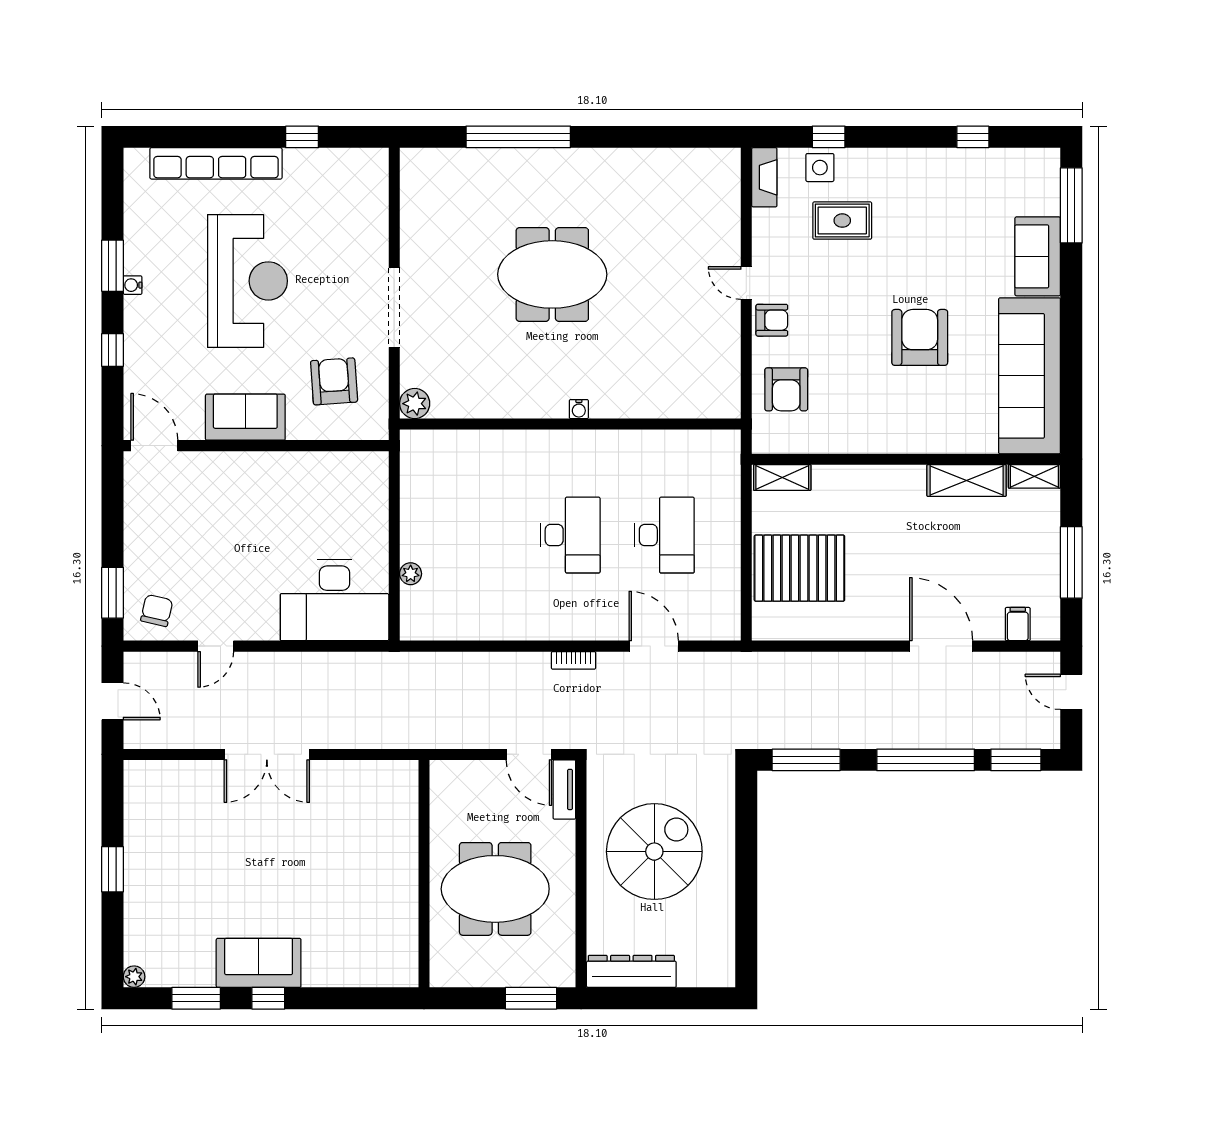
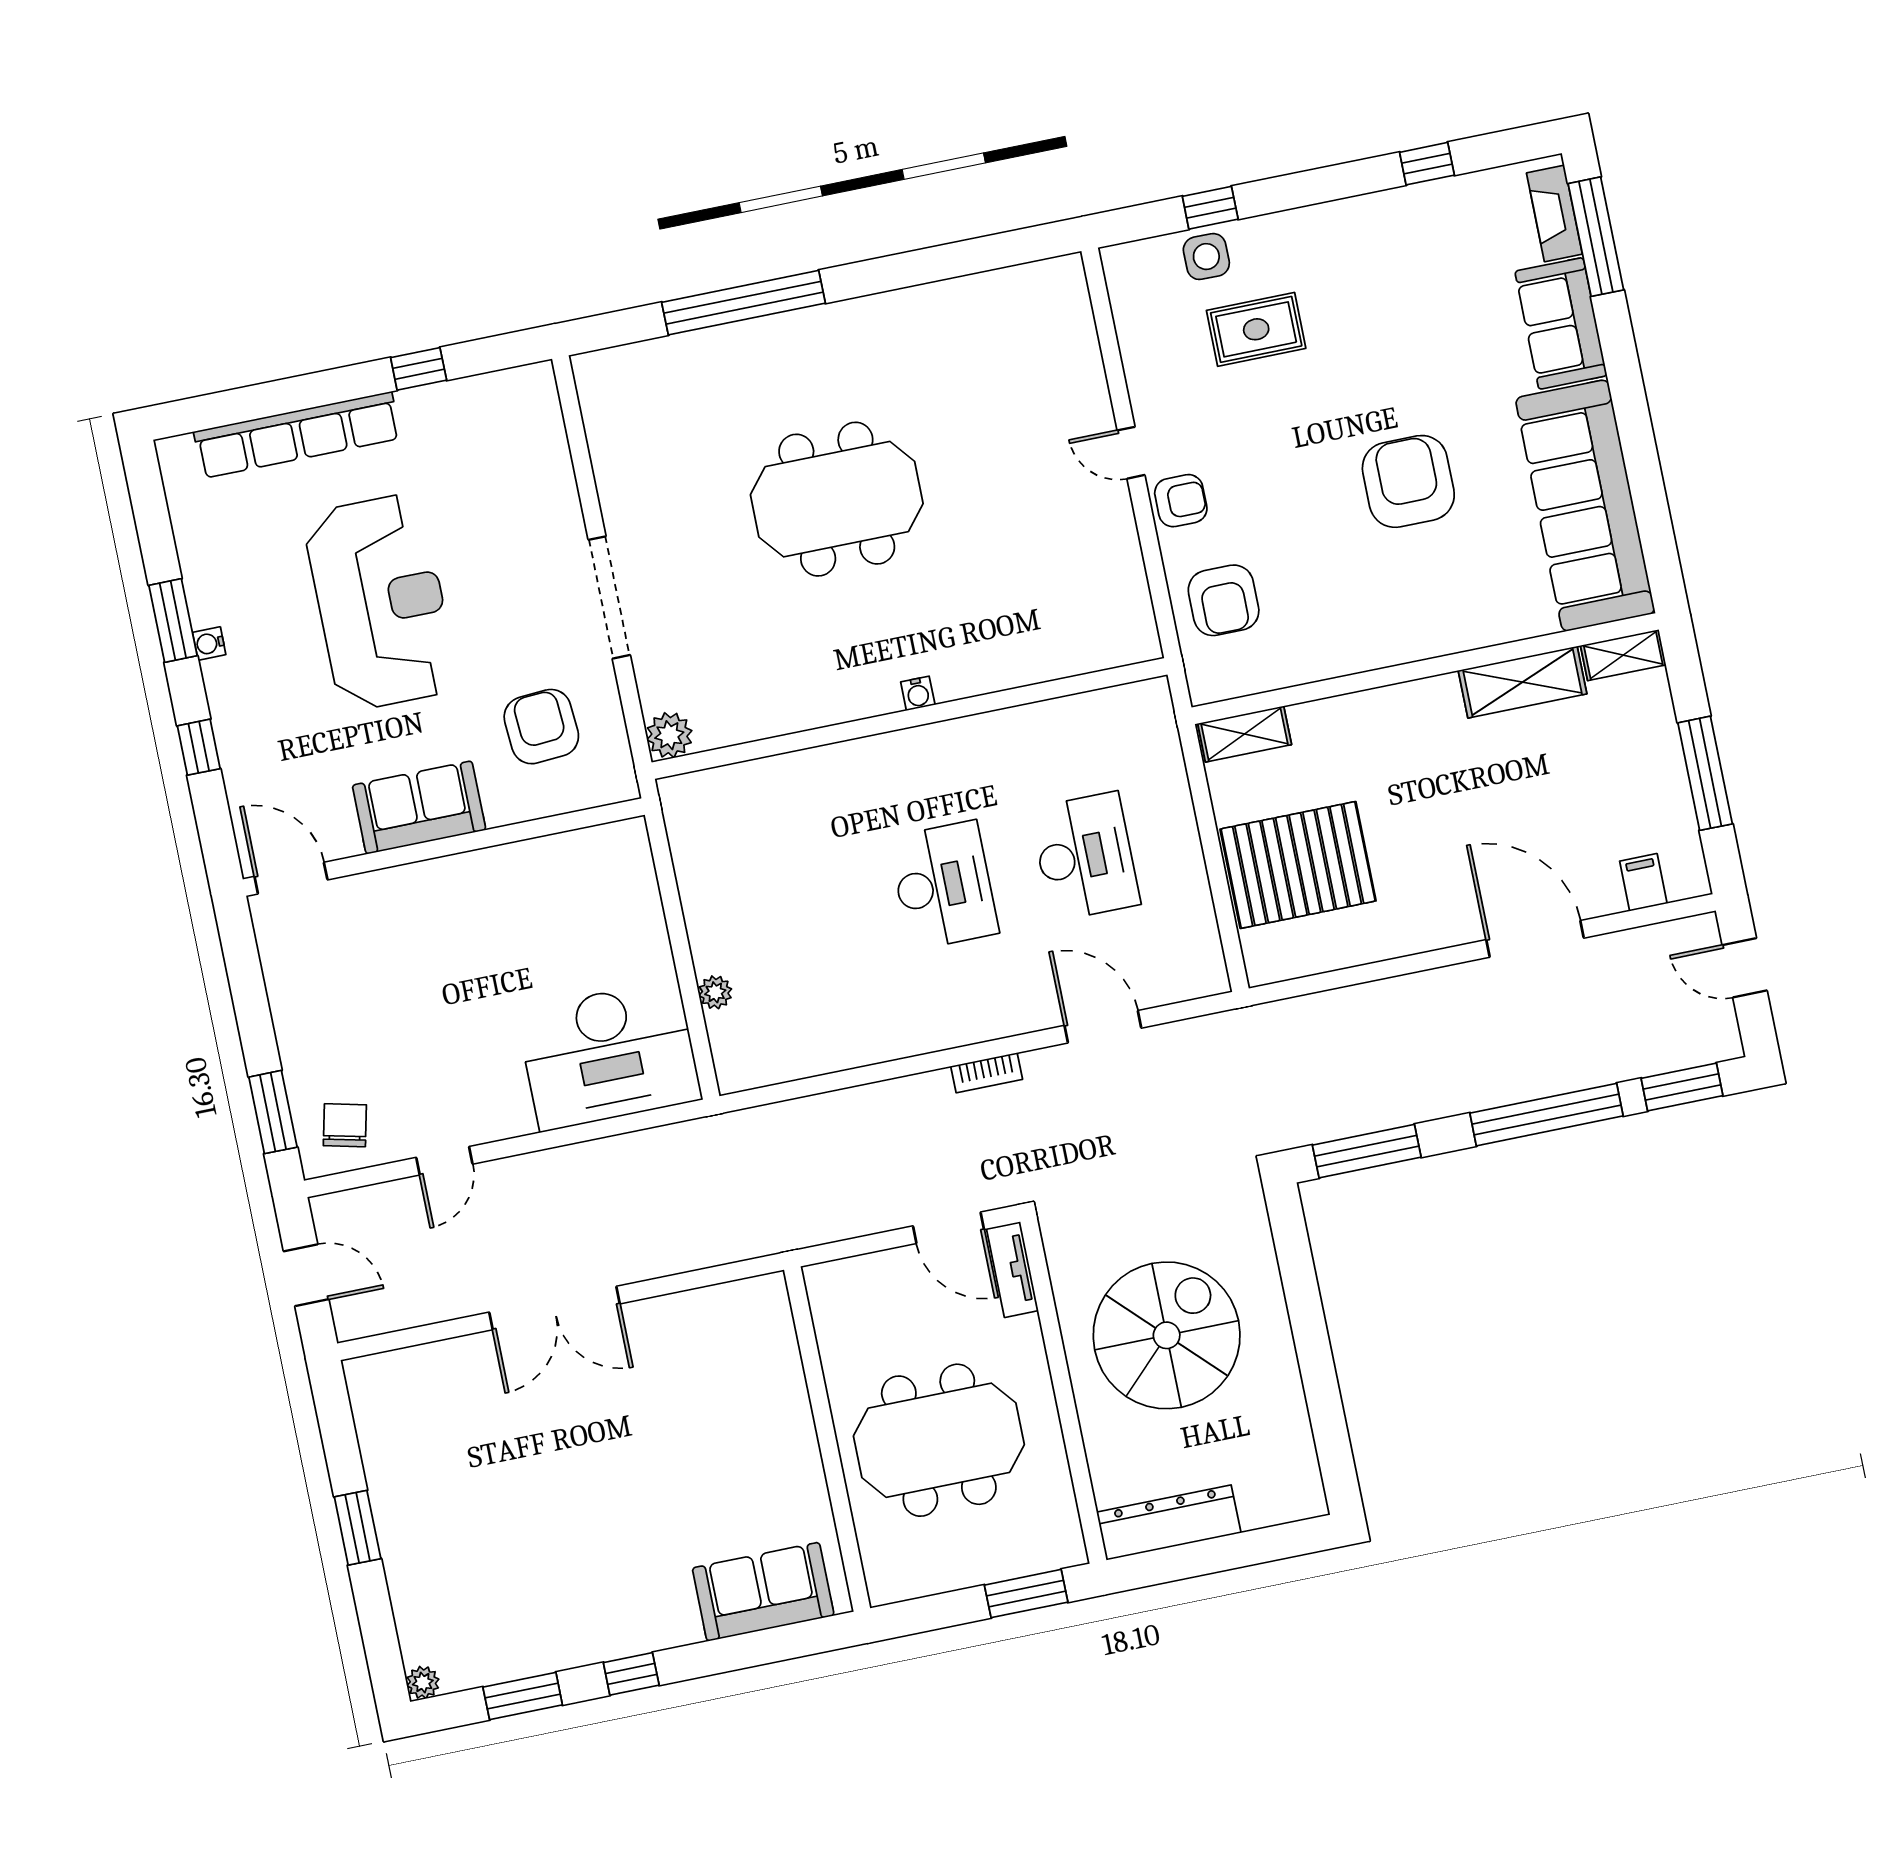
fireplace: (764, 177) -> (1554, 213), moved, turned 180
sofa: (259, 963) -> (763, 1592), moved

